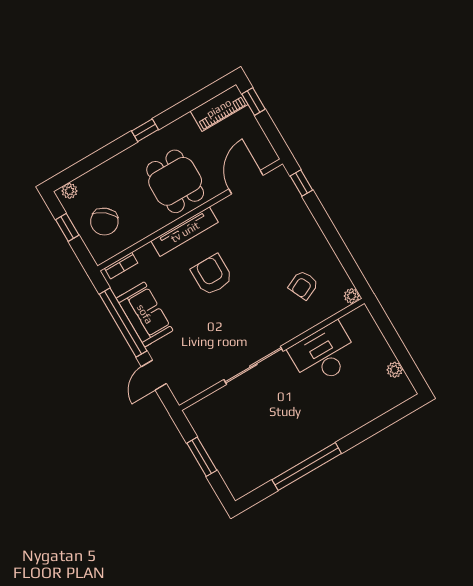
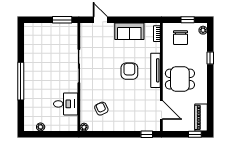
window: (145, 130) -> (210, 58), moved
chair: (104, 222) -> (181, 38), turned -129
armchair: (212, 275) -> (129, 71), turned -90
window: (123, 323) -> (131, 20), removed
desk: (324, 354) -> (66, 104), width x0.73
window: (202, 457) -> (62, 20), moved
window: (307, 467) -> (21, 81), moved

